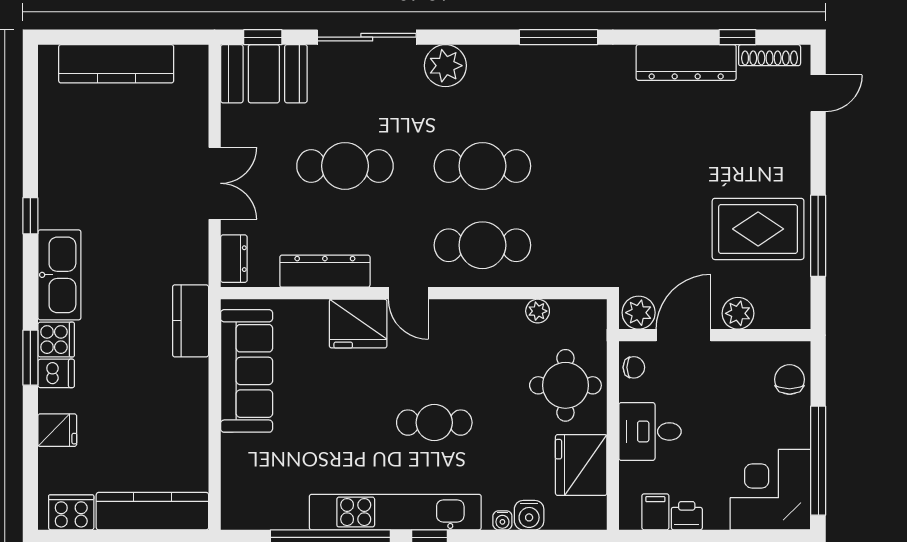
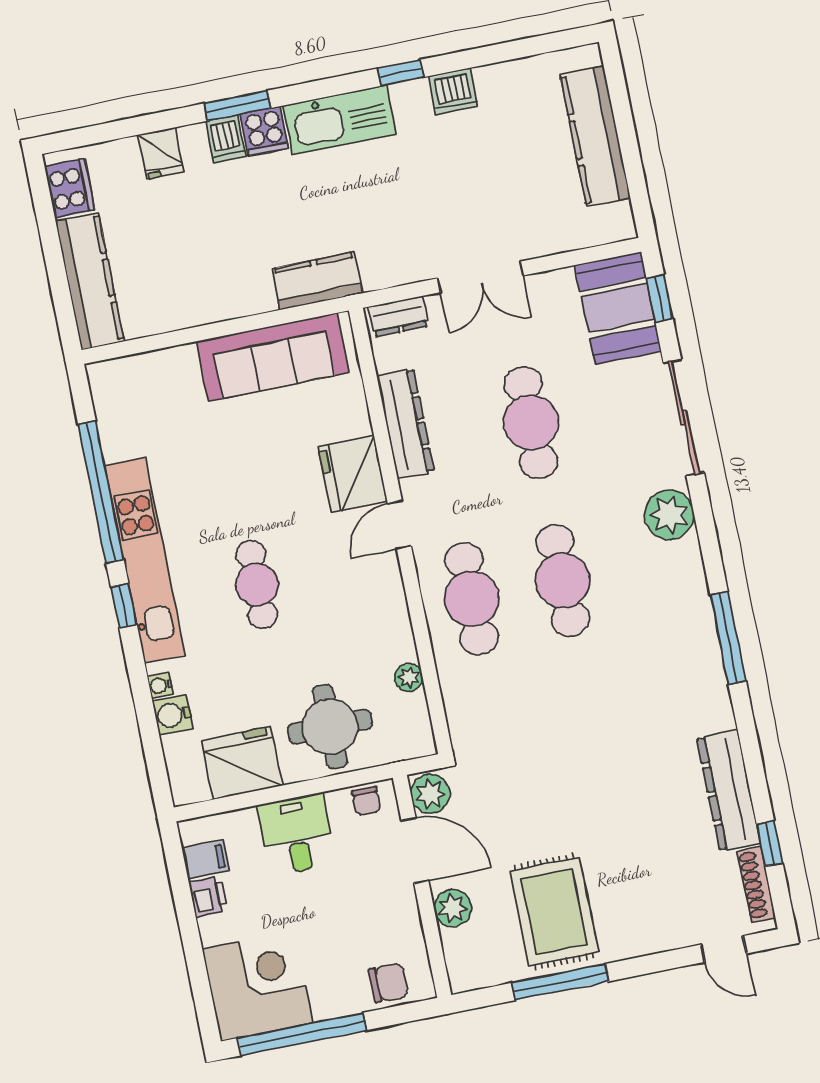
dishwasher: (55, 175) -> (453, 91), added

